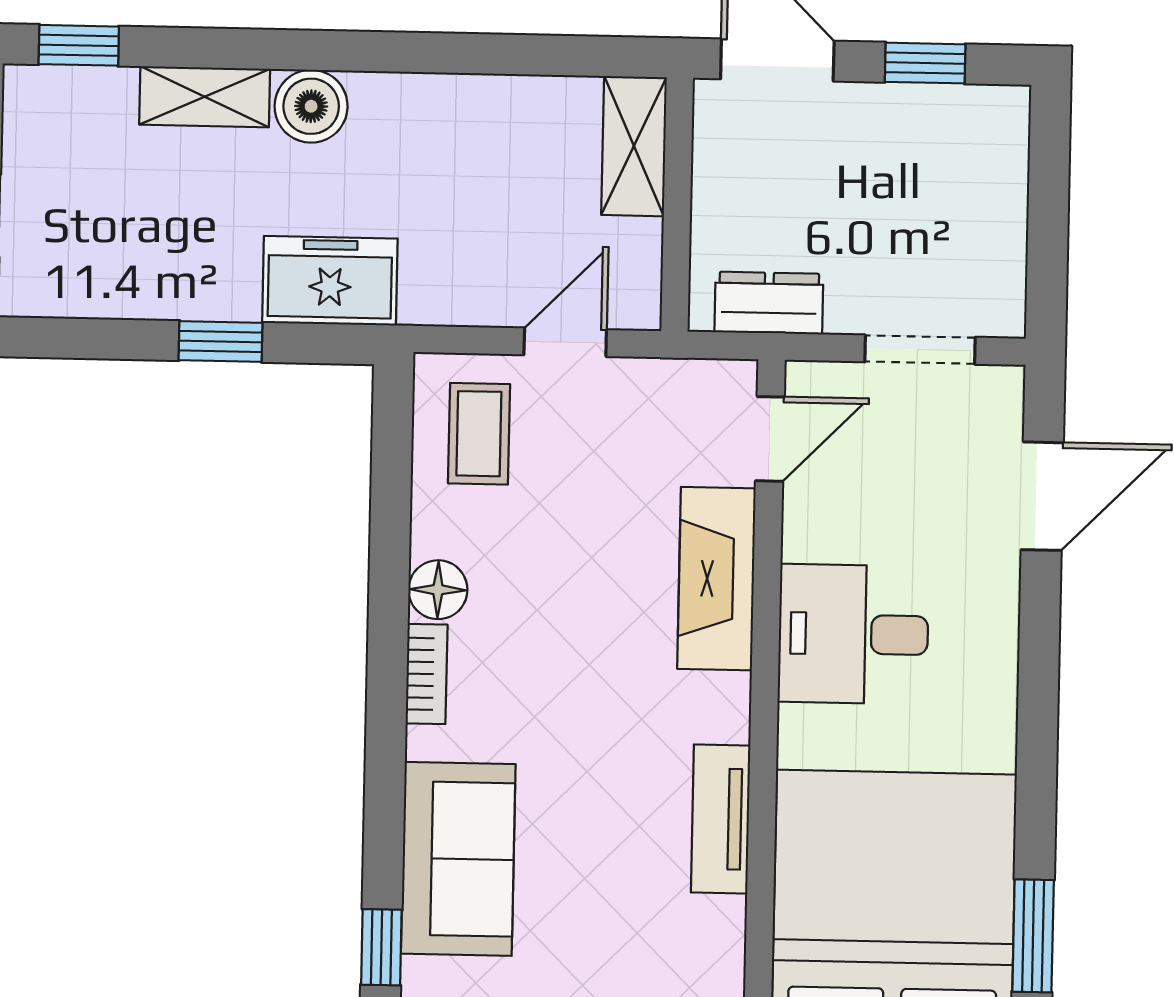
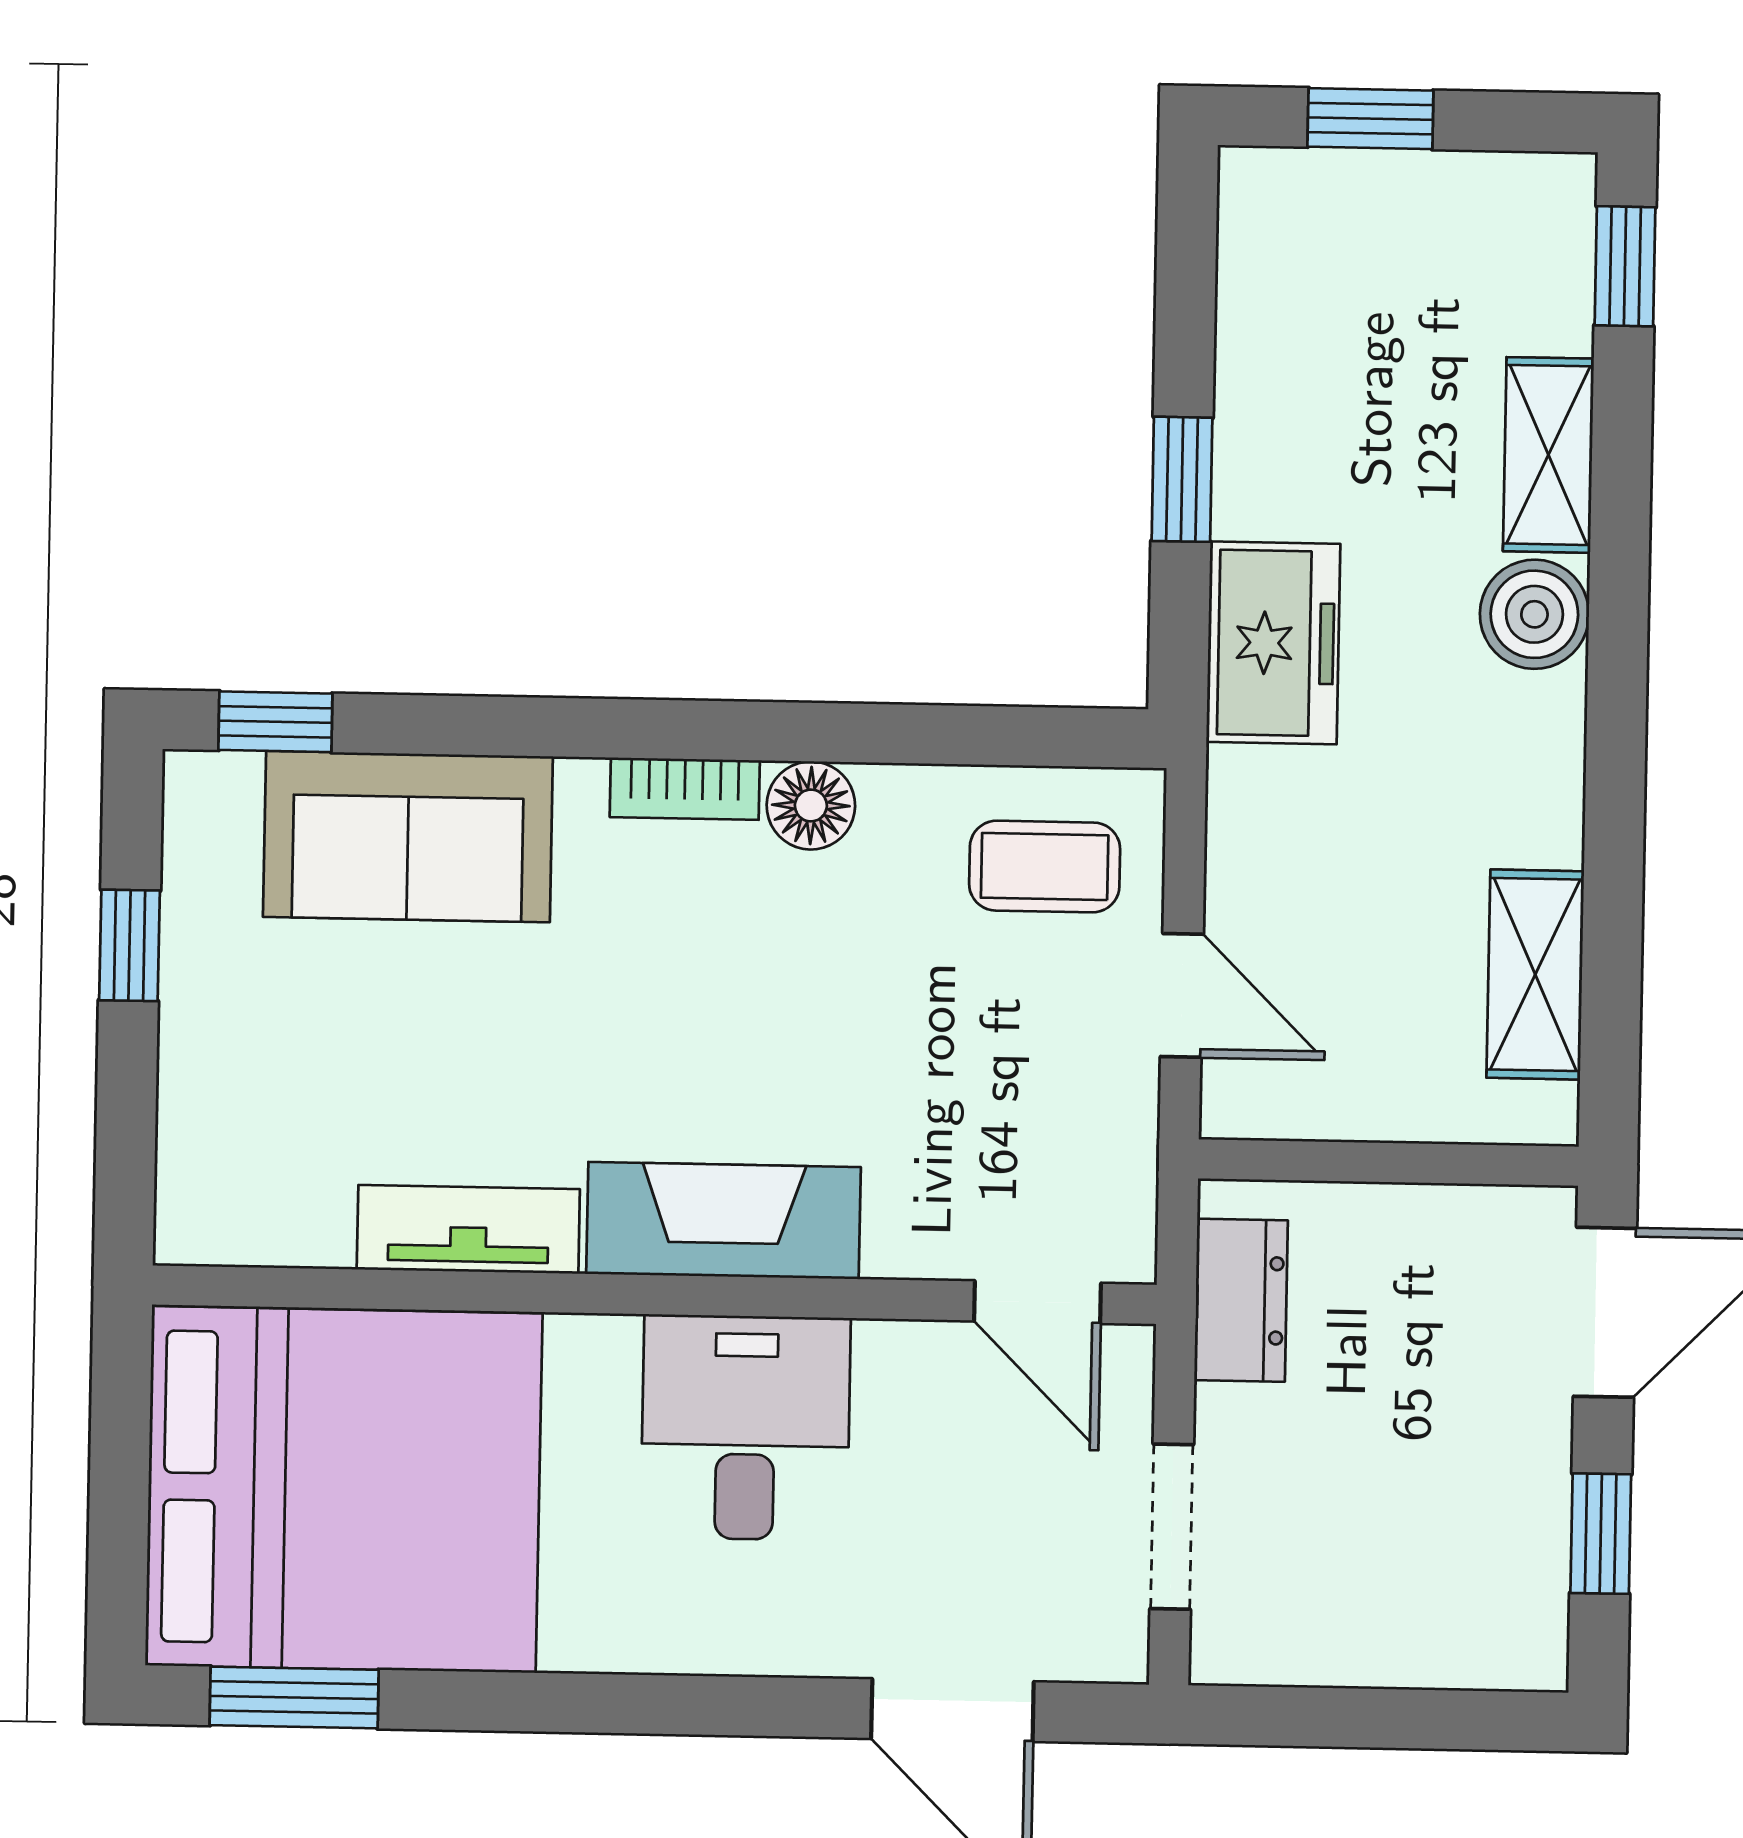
shelving: (634, 146) -> (1535, 975), moved, turned 90
fireplace: (716, 579) -> (723, 1221), moved

